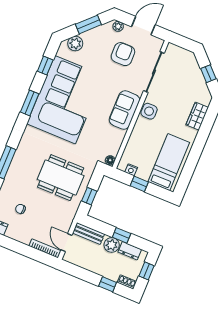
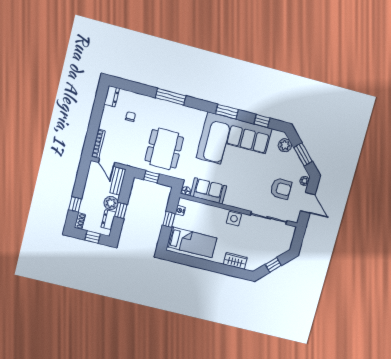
sofa: (124, 110) -> (208, 191), moved
door: (66, 243) -> (107, 162), swing flipped

